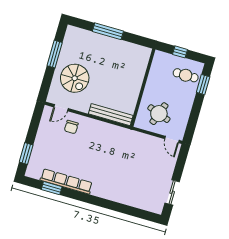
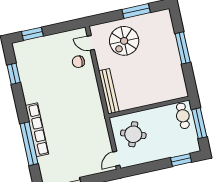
window: (180, 52) -> (199, 123), width x2.17
cafe table: (186, 75) -> (183, 116), moved
row of seats: (66, 181) -> (37, 130), moved
window: (119, 207) -> (29, 144), added

